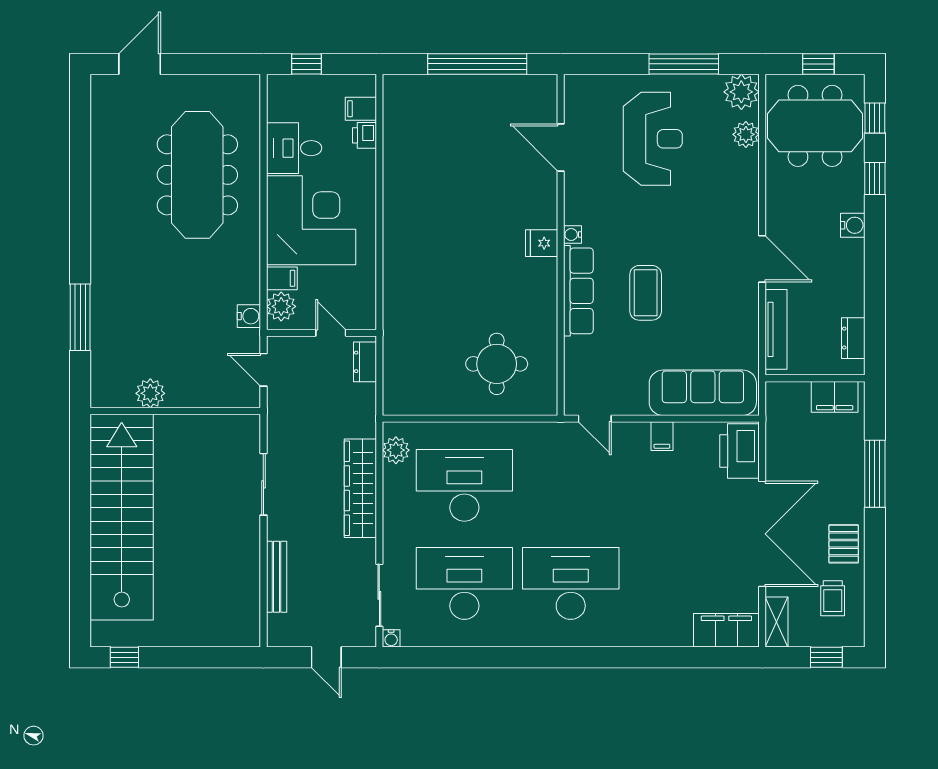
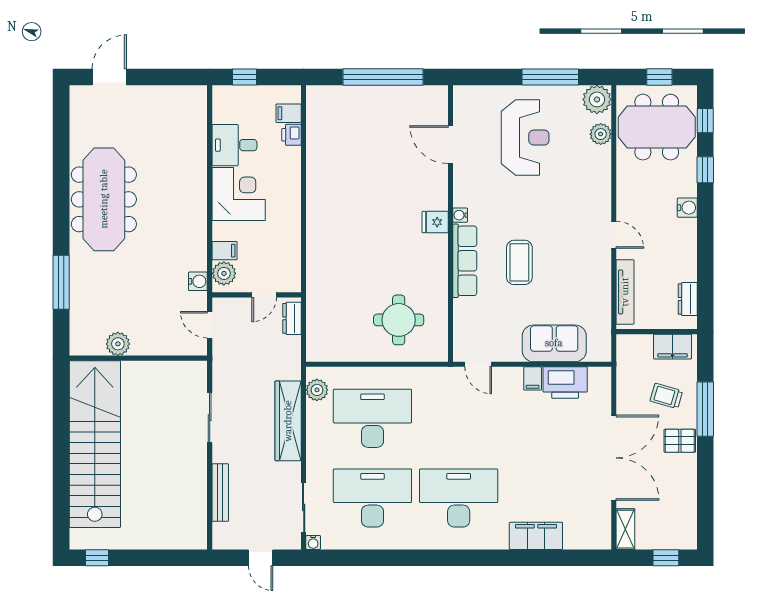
meeting table: (197, 175) -> (104, 199), moved
corner desk: (311, 220) -> (239, 194), width x0.74, depth x0.74
door: (762, 259) -> (614, 235), width x0.73
door: (331, 333) -> (264, 295), swing flipped
sofa: (703, 393) -> (554, 343), width x0.73
printer: (739, 451) -> (565, 383), moved, turned -90
pallet: (844, 544) -> (680, 441), moved, turned 90
trolley: (833, 598) -> (666, 396), moved, turned 106
filing cabinet: (726, 630) -> (536, 536), moved

